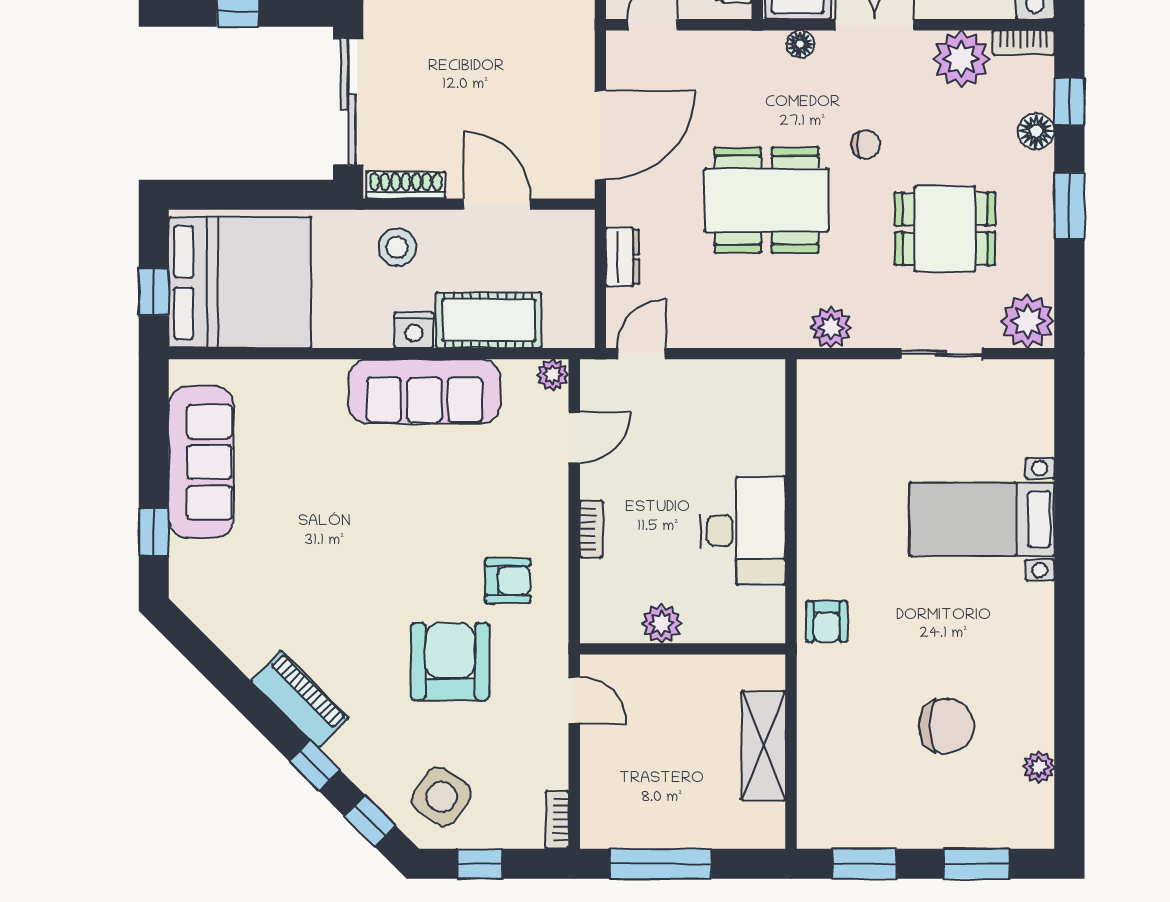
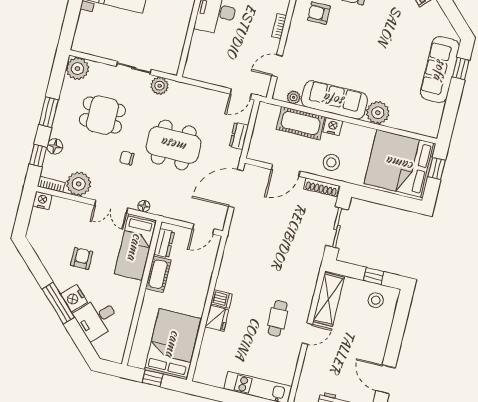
sliding door: (348, 102) -> (337, 228), width x0.73
door: (497, 204) -> (286, 170), hinge flipped
sliding door: (941, 354) -> (134, 68), moved
plant: (553, 375) -> (294, 97), moved
plant: (319, 386) -> (378, 113), added
sofa: (201, 462) -> (440, 70), moved

